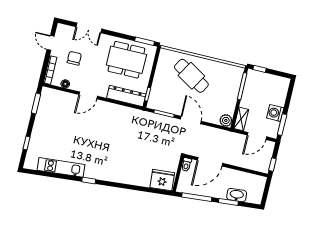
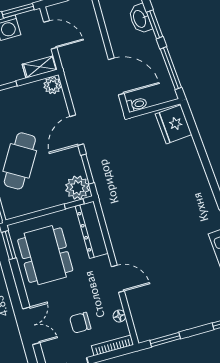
plant: (156, 101) -> (77, 188), added

